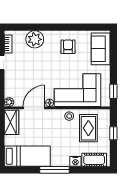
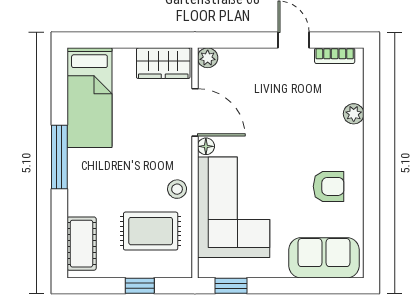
plant: (35, 39) -> (354, 114), width x0.53, depth x0.53
nightstand: (75, 161) -> (78, 203), removed

